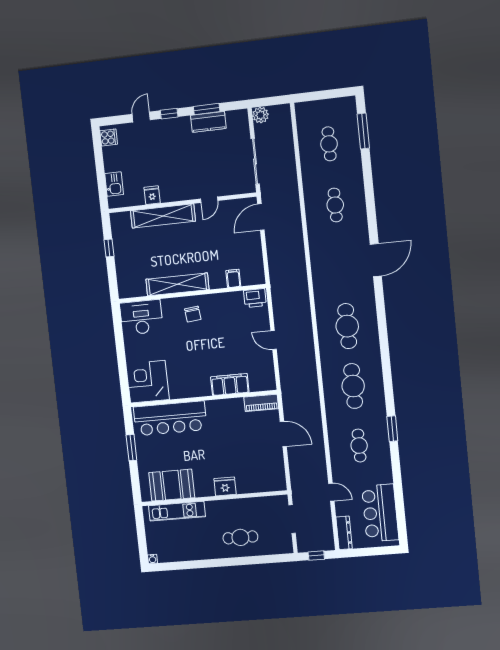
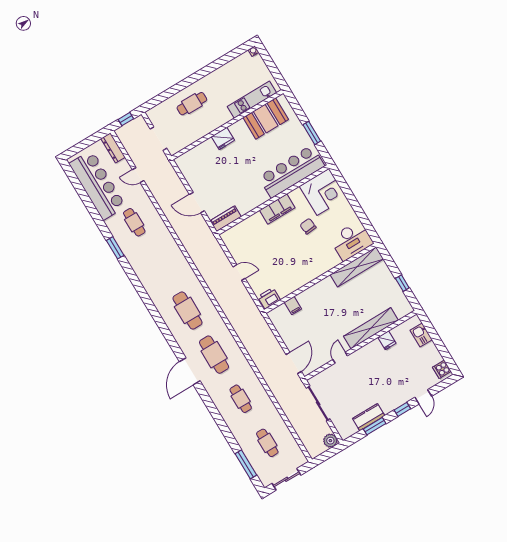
sliding door: (327, 94) -> (287, 479), added
shelving: (177, 284) -> (357, 267), moved
chair: (193, 314) -> (308, 226), moved
filing cabinet: (230, 385) -> (277, 209), moved
cafe table: (353, 386) -> (214, 355), moved
bar counter: (380, 513) -> (97, 185), width x1.36

